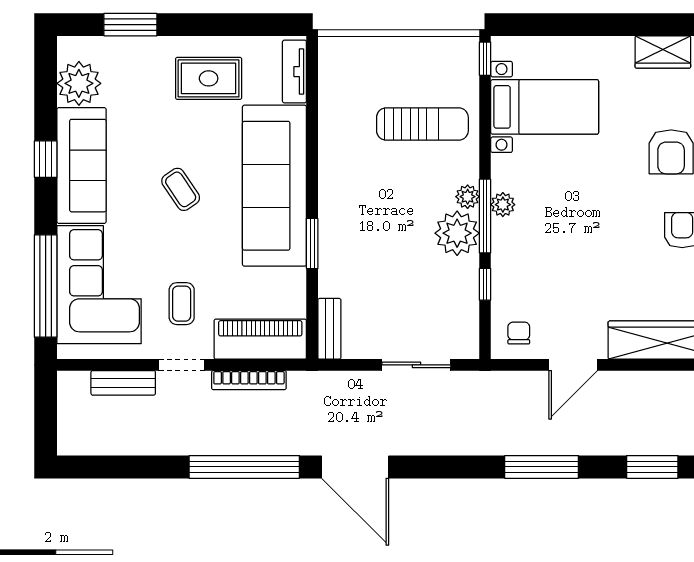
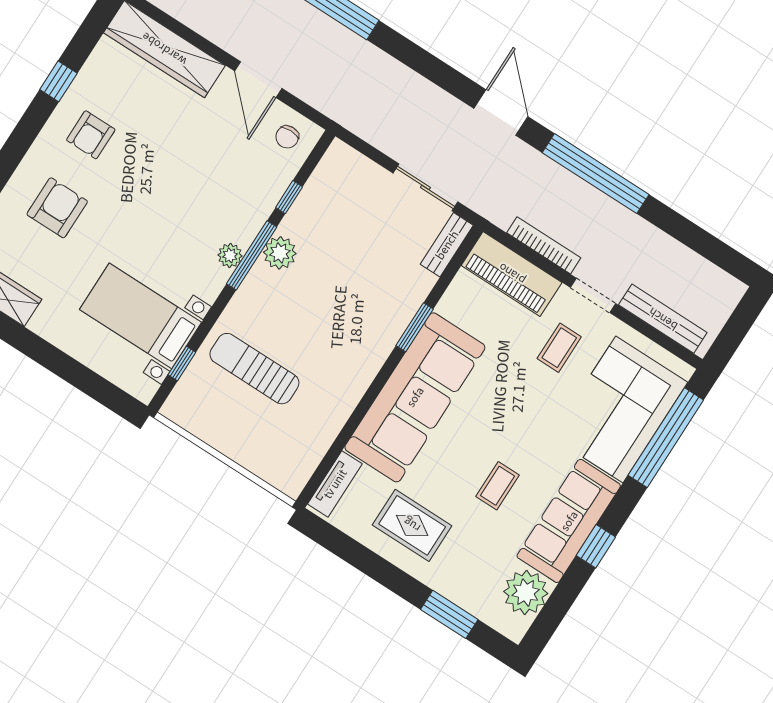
window: (485, 59) -> (182, 363), moved
coffee table: (181, 189) -> (498, 486), moved, turned 34
plant: (468, 197) -> (256, 282), removed
plant: (457, 233) -> (280, 253), width x0.73, depth x0.73
sliding door: (416, 365) -> (425, 187), moved
door: (573, 365) -> (258, 80), swing flipped
bench: (123, 383) -> (663, 319), width x1.36
door: (355, 467) -> (501, 113), width x0.73

